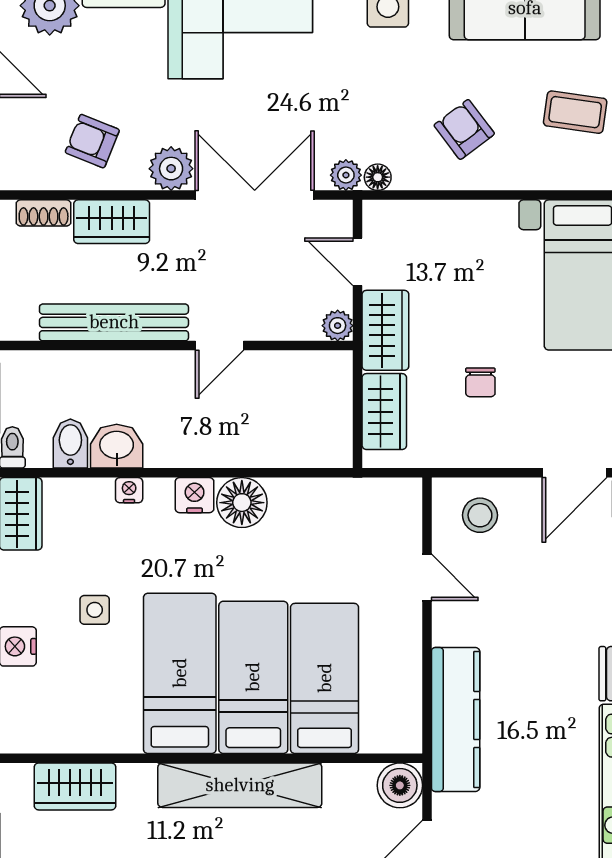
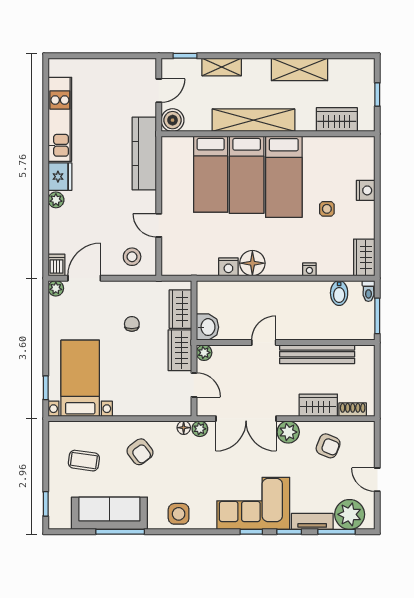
washbasin: (117, 446) -> (207, 327), moved, turned -90
nightstand: (195, 495) -> (228, 267), moved

